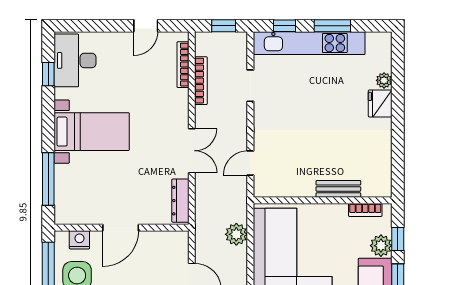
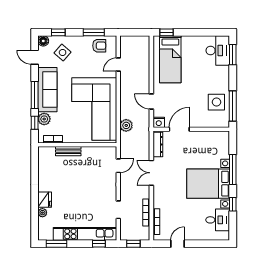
window: (332, 26) -> (56, 244), moved
desk: (75, 60) -> (218, 220), width x0.73
window: (48, 74) -> (233, 204), moved
bed with nightstands: (92, 132) -> (208, 184), width x1.36
window: (48, 179) -> (233, 169), moved
door: (121, 228) -> (179, 129), moved
nightstand: (79, 240) -> (159, 122), moved

